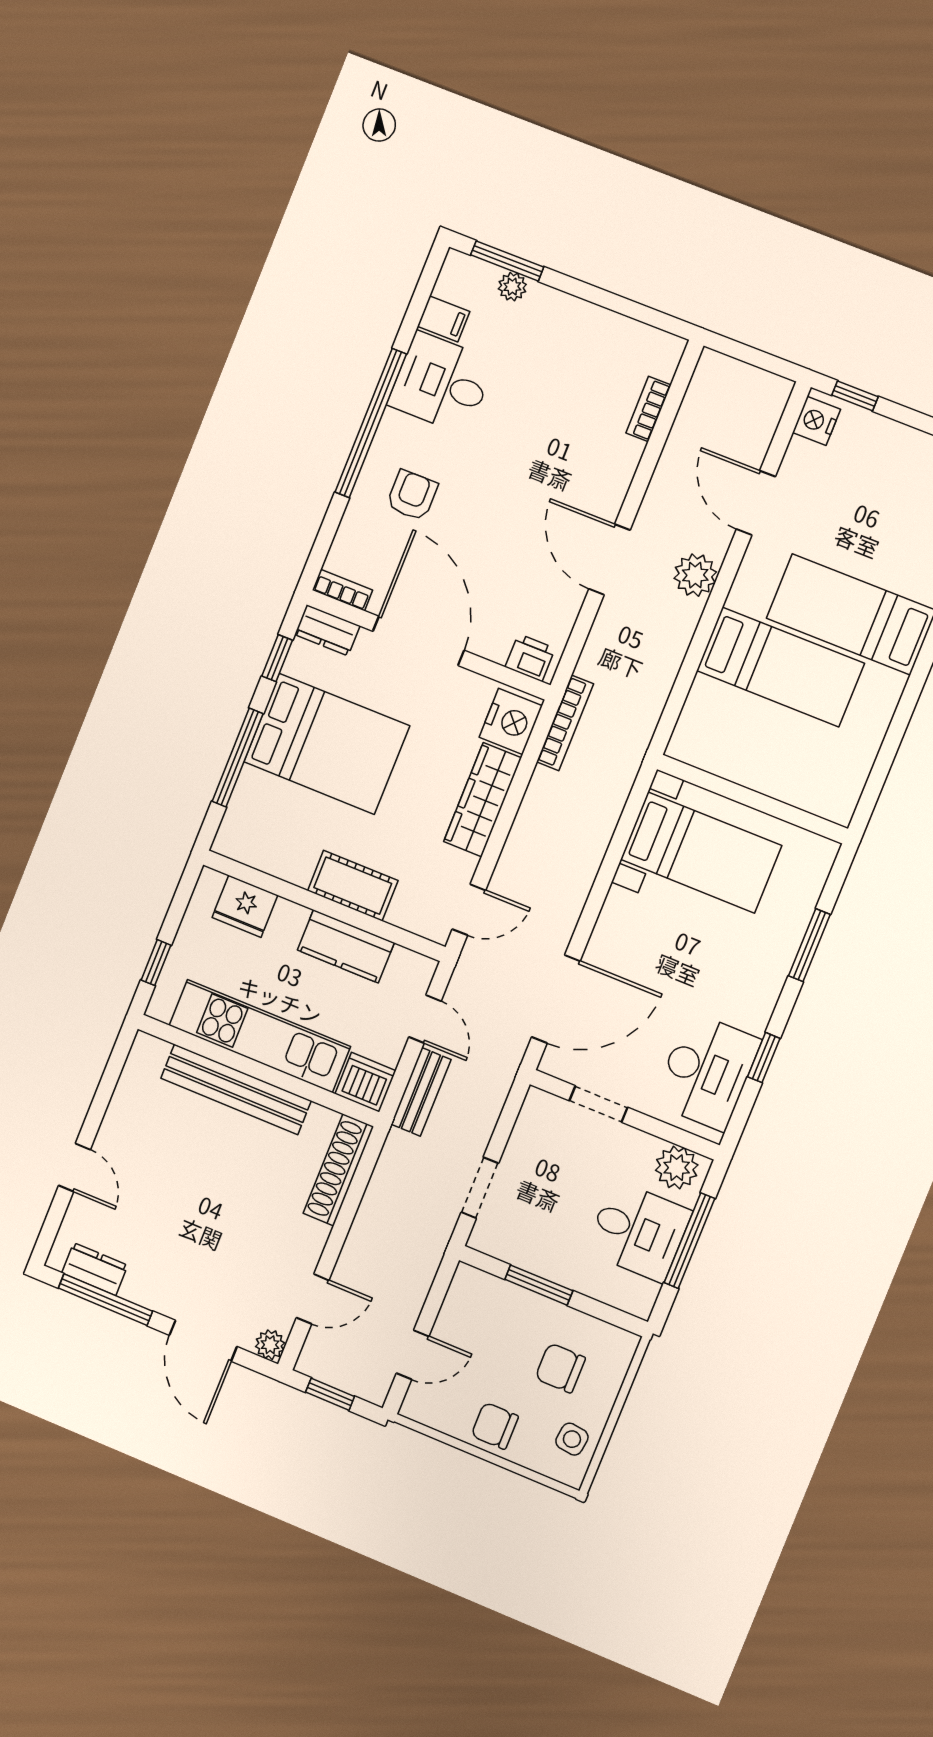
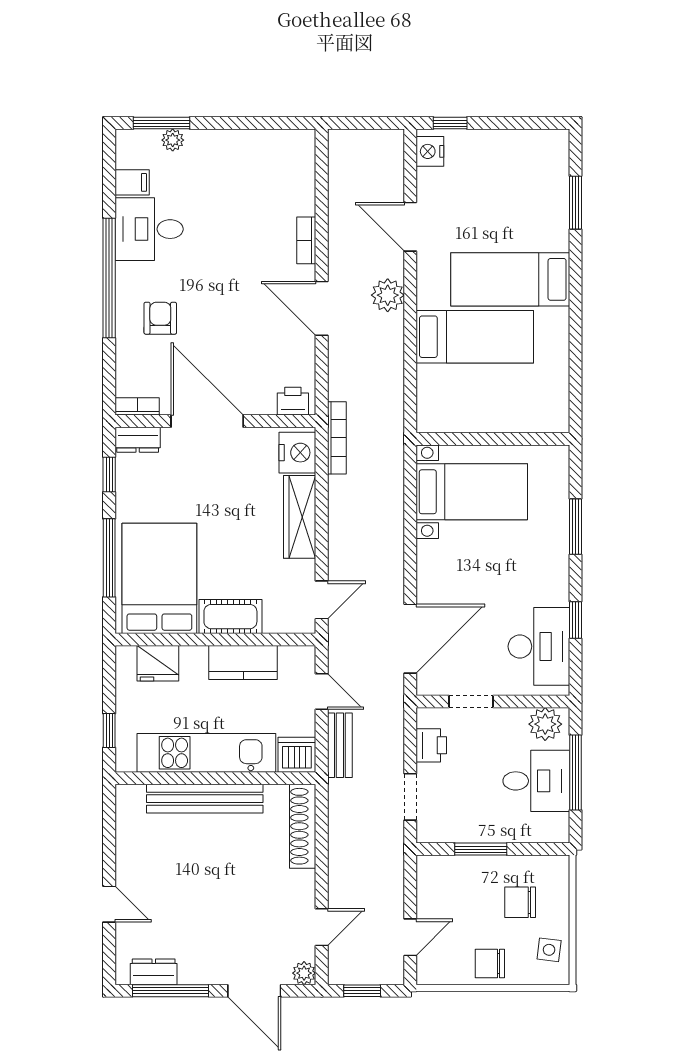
bookcase: (649, 409) -> (306, 240), moved
bed: (327, 744) -> (159, 578), moved, turned -90
printer: (530, 1137) -> (431, 745), added

